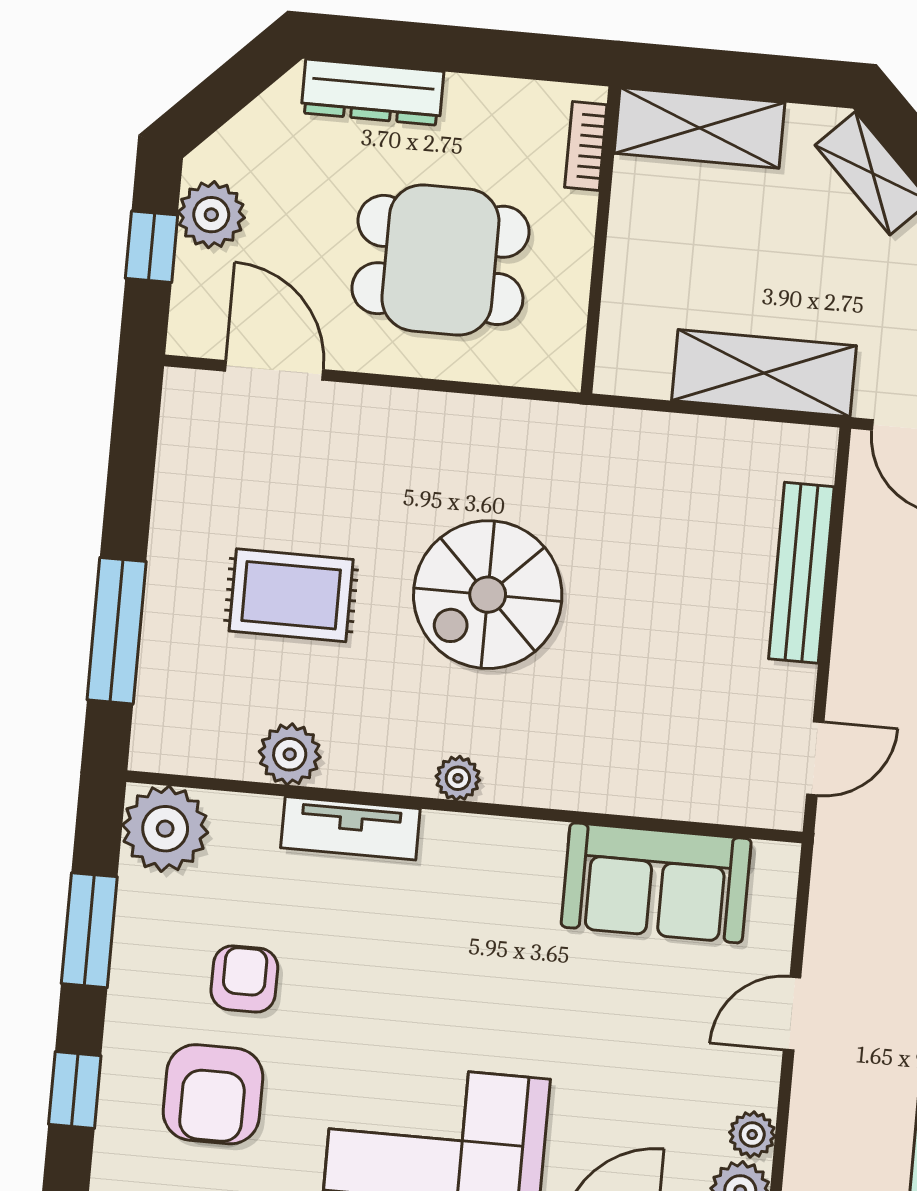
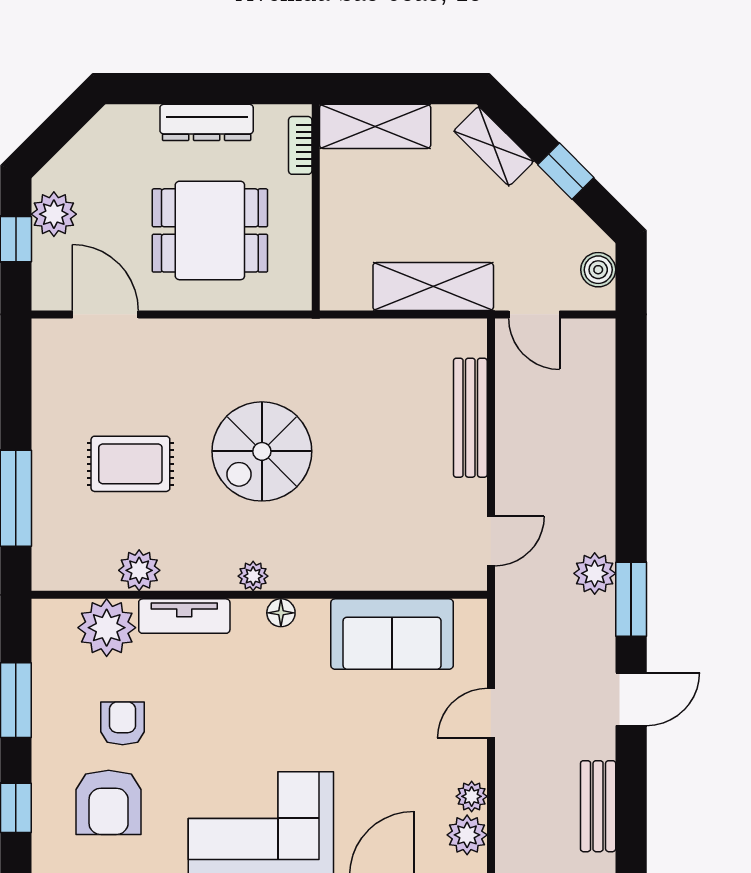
dresser: (372, 92) -> (207, 122), moved
plant: (165, 829) -> (107, 628), moved
floor lamp: (494, 836) -> (281, 613), added

